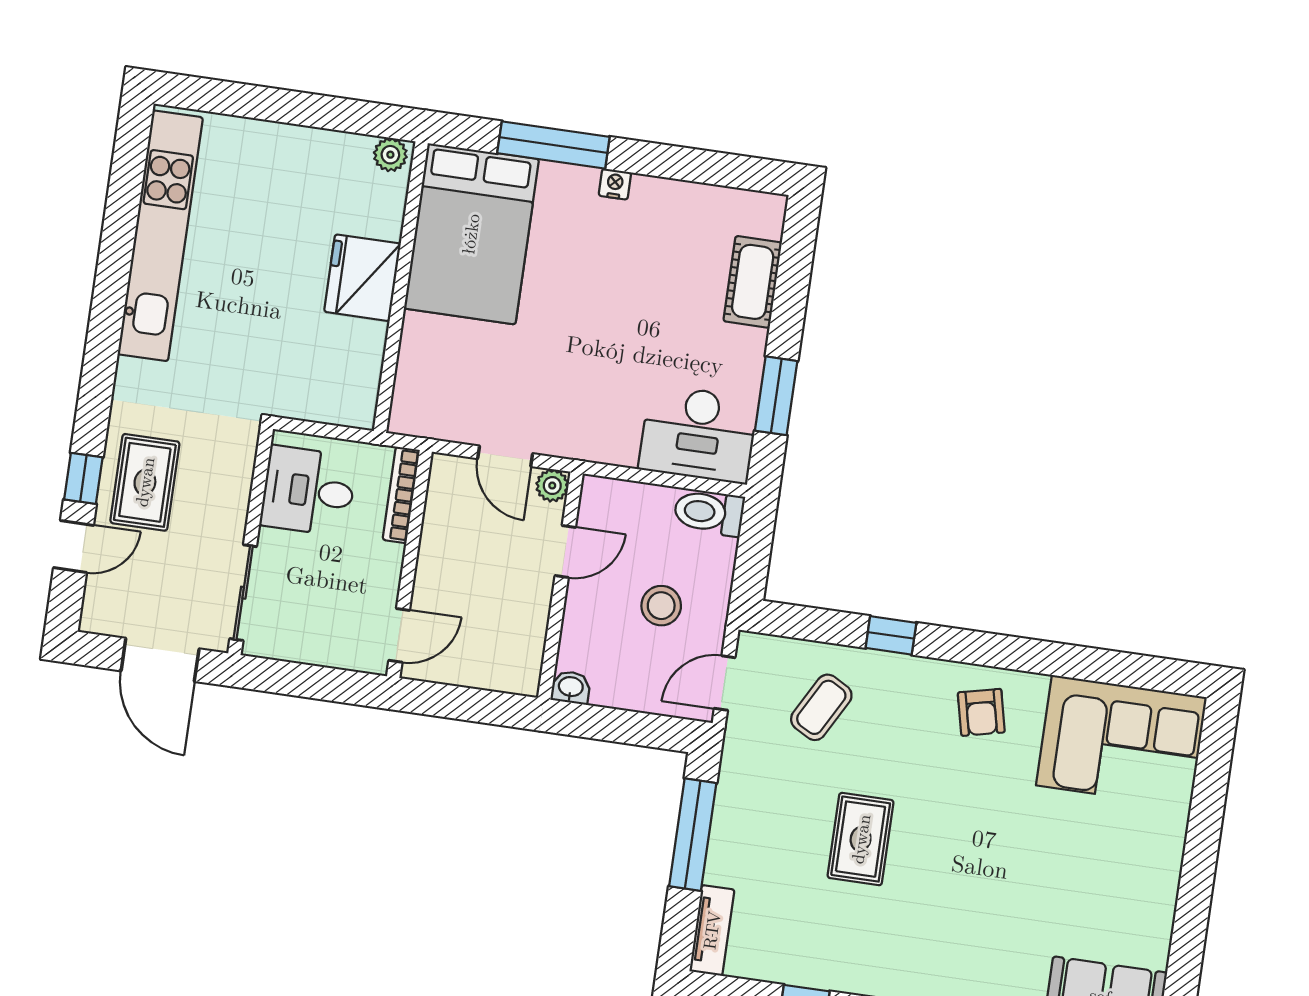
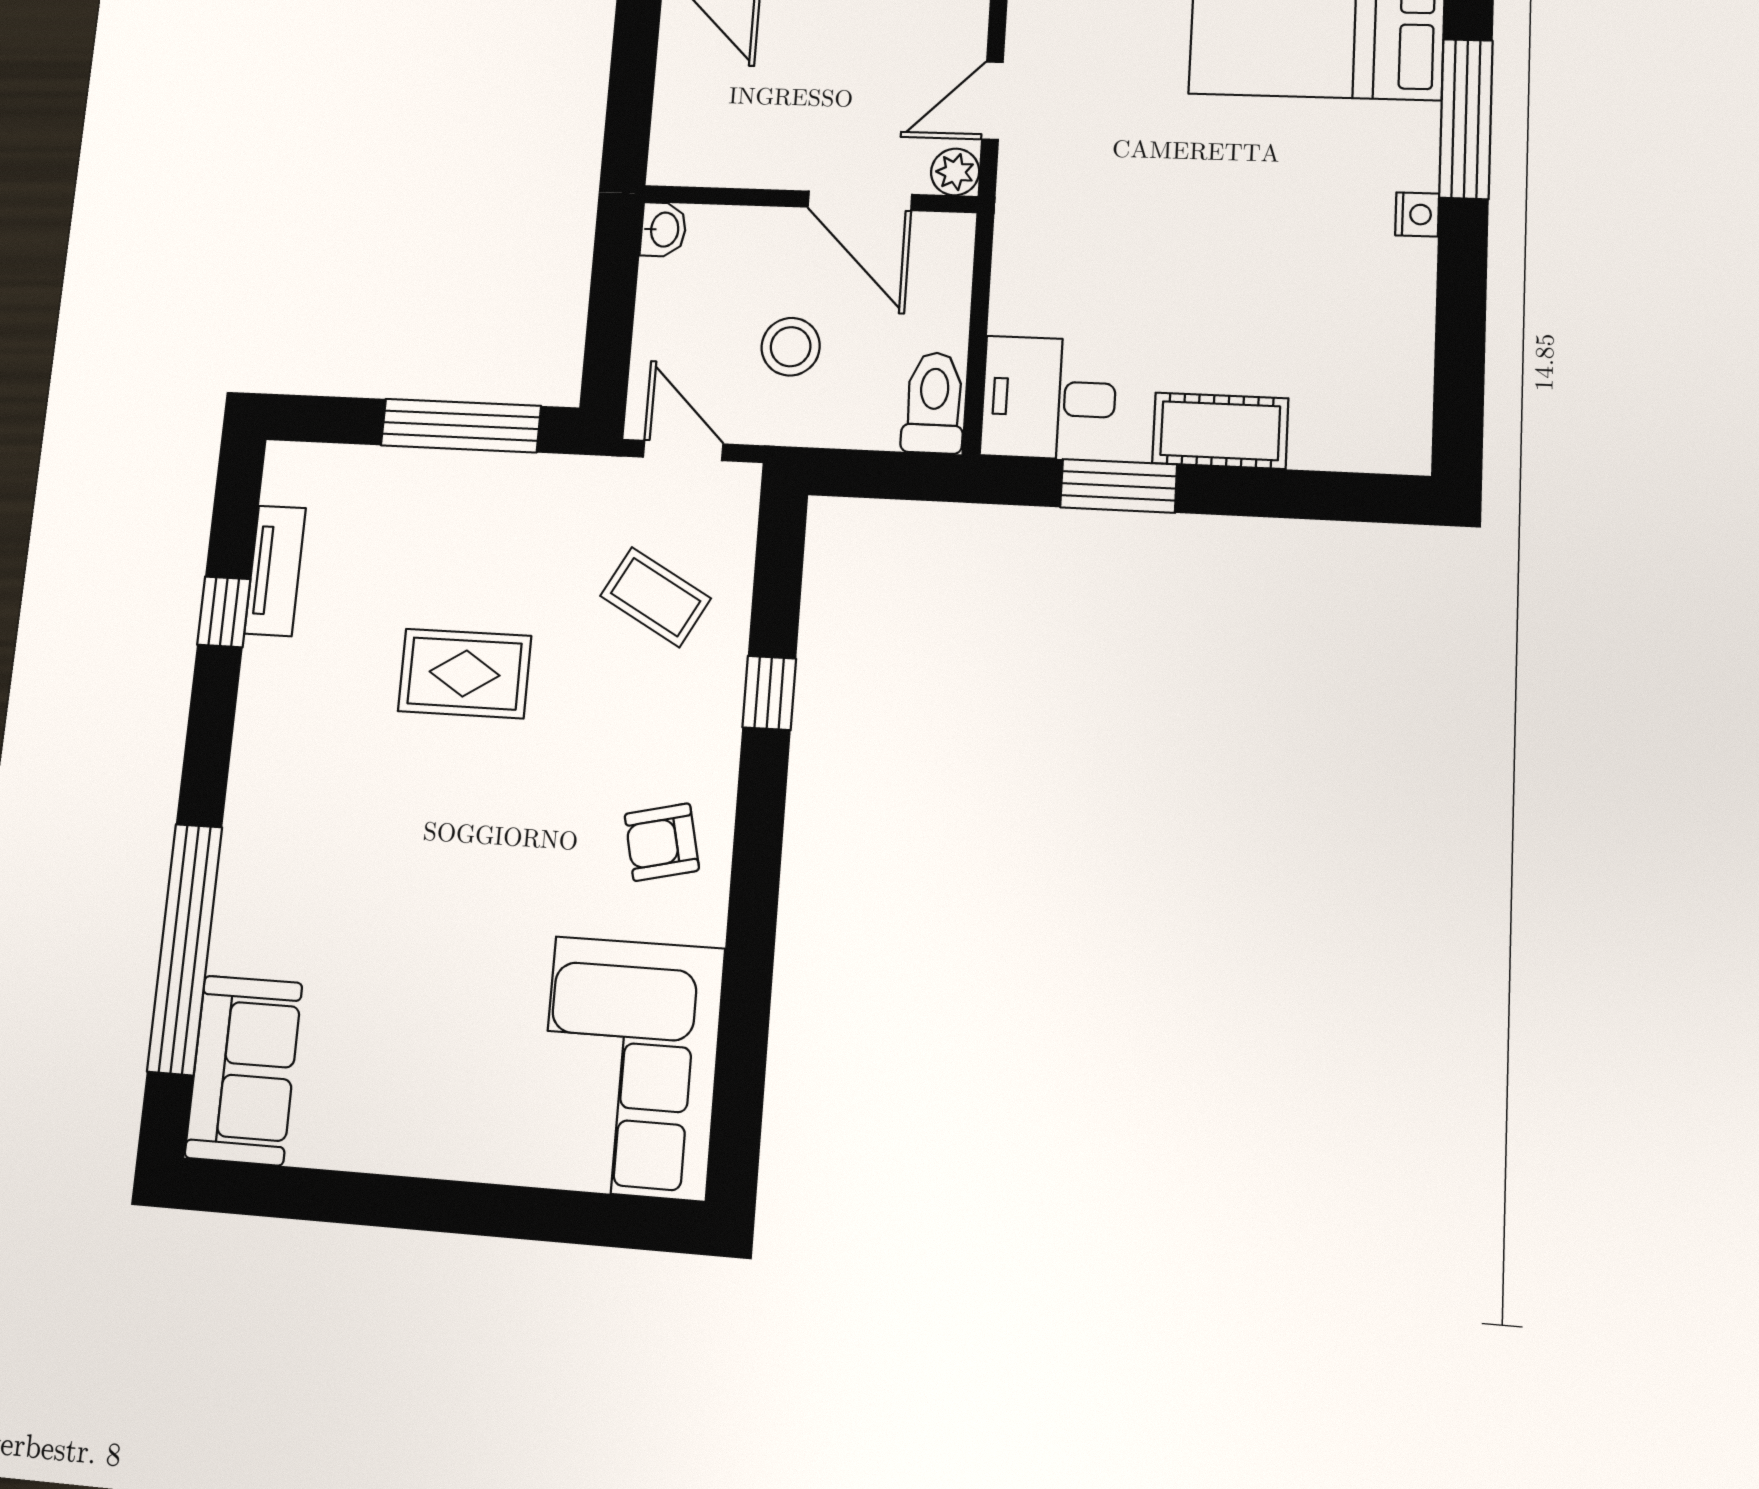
cot: (753, 282) -> (1220, 431), moved
desk: (699, 434) -> (1049, 398), width x0.73
door: (565, 552) -> (860, 201), width x1.38
tv unit: (712, 930) -> (275, 571), moved, turned -90

